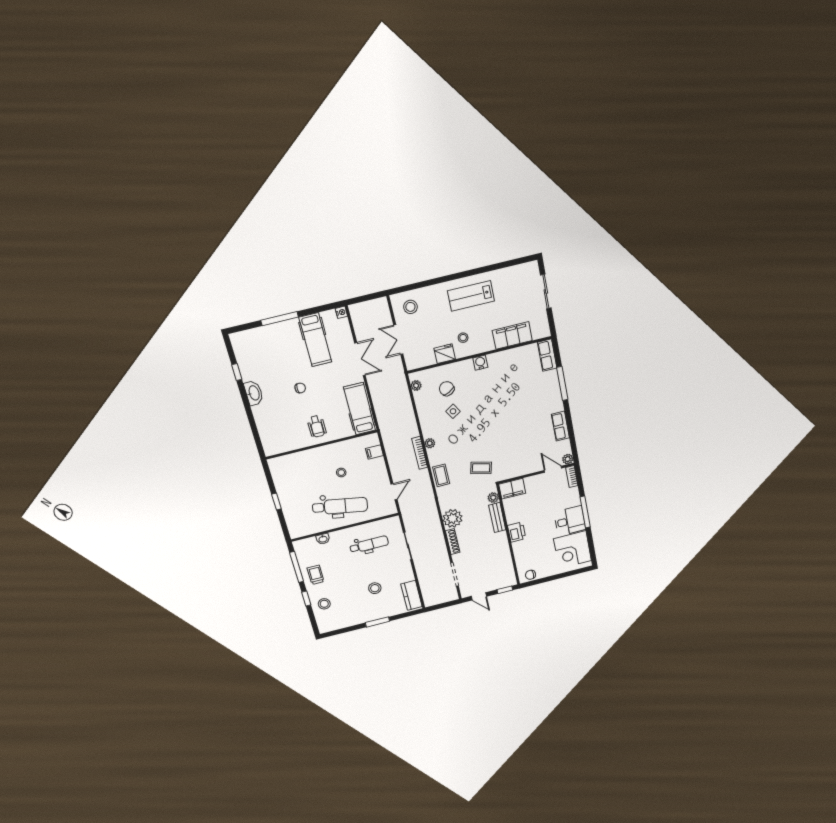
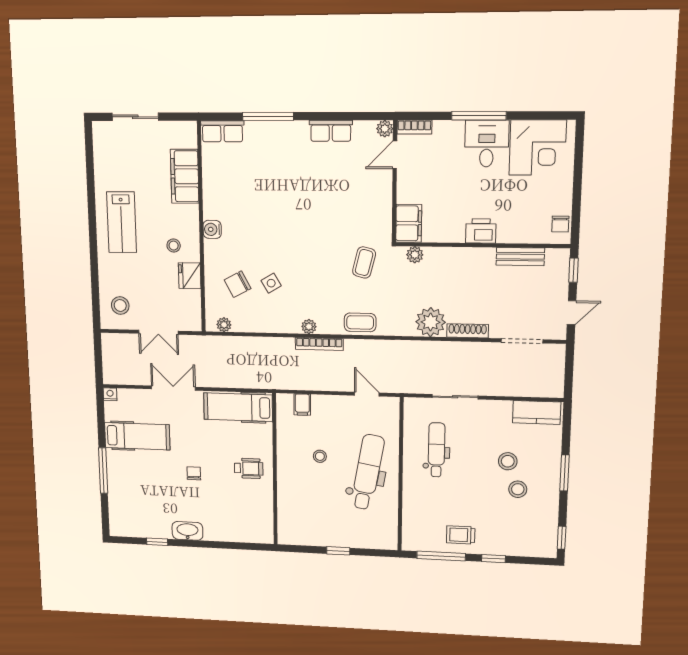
bench: (497, 517) -> (520, 257), moved
washbasin: (323, 539) -> (409, 509), removed
stool: (324, 604) -> (518, 489), moved
window: (334, 633) -> (562, 538), added

